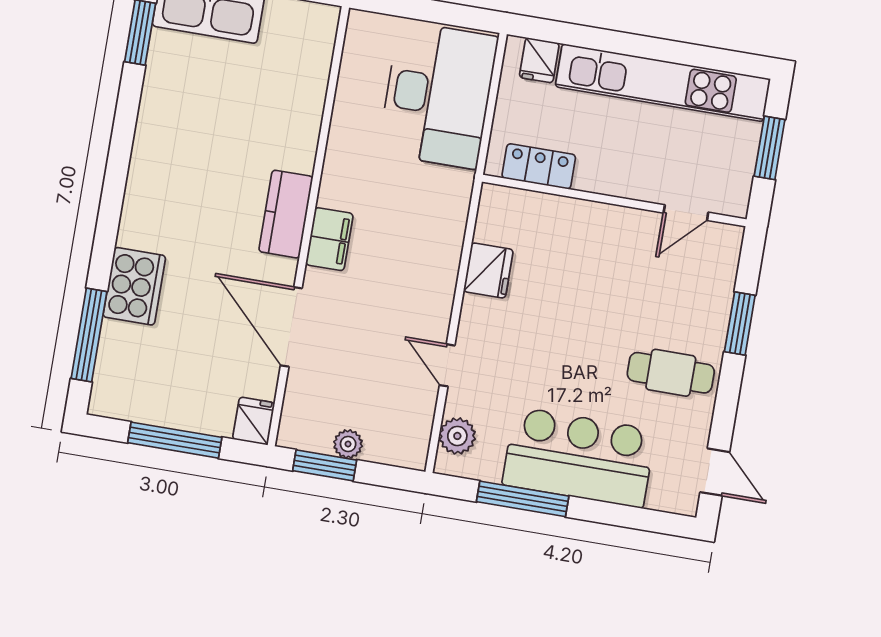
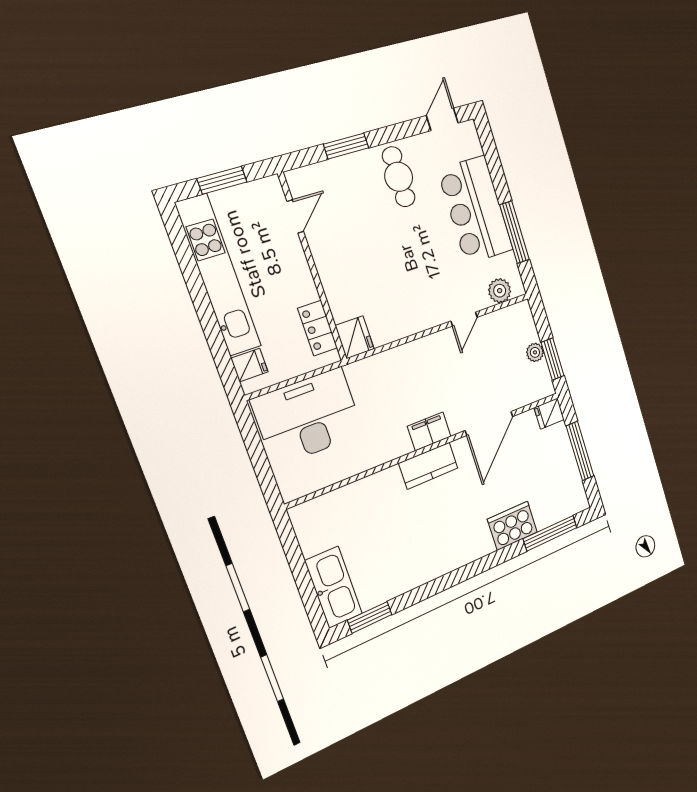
door: (686, 213) -> (295, 216), hinge flipped
fridge: (488, 270) -> (355, 337), moved, turned 90

